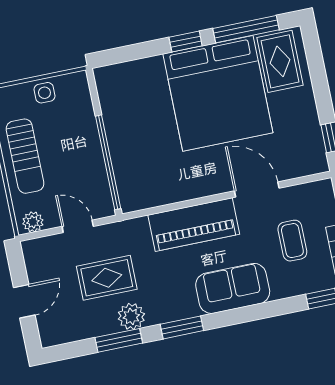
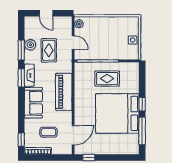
rug: (280, 61) -> (107, 79), moved
sun lounger: (25, 156) -> (107, 26), removed
door: (257, 190) -> (73, 135), moved
door: (78, 226) -> (73, 42), hinge flipped
fireplace: (172, 311) -> (29, 75), added
plant: (131, 316) -> (30, 45), moved

